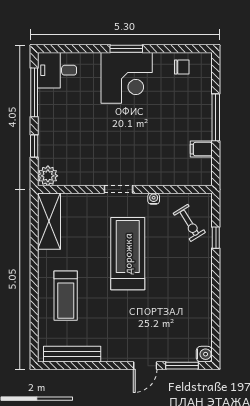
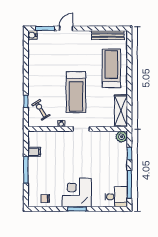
treadmill: (66, 296) -> (111, 68), width x1.37, depth x1.38

